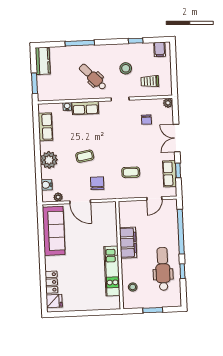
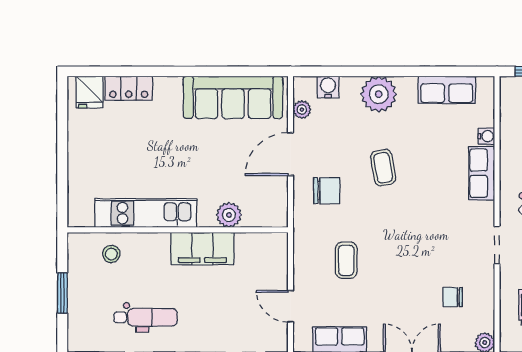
plant: (111, 230) -> (229, 215), added
dental chair: (163, 269) -> (146, 317), width x0.73, depth x0.72

